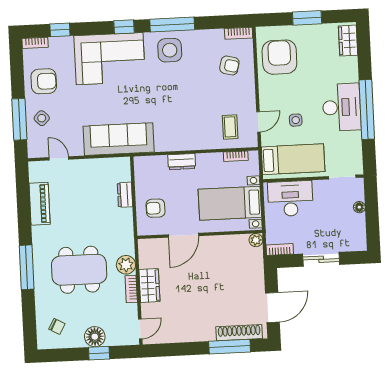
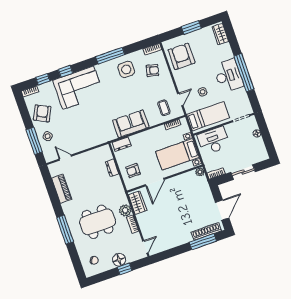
window: (124, 27) -> (66, 71), moved
side table: (170, 50) -> (126, 69), moved
armchair: (44, 81) -> (42, 113), turned -64
sofa: (119, 139) -> (131, 124), moved, width x0.73
dresser: (182, 162) -> (122, 144), moved
wardrobe: (149, 285) -> (138, 203), moved

